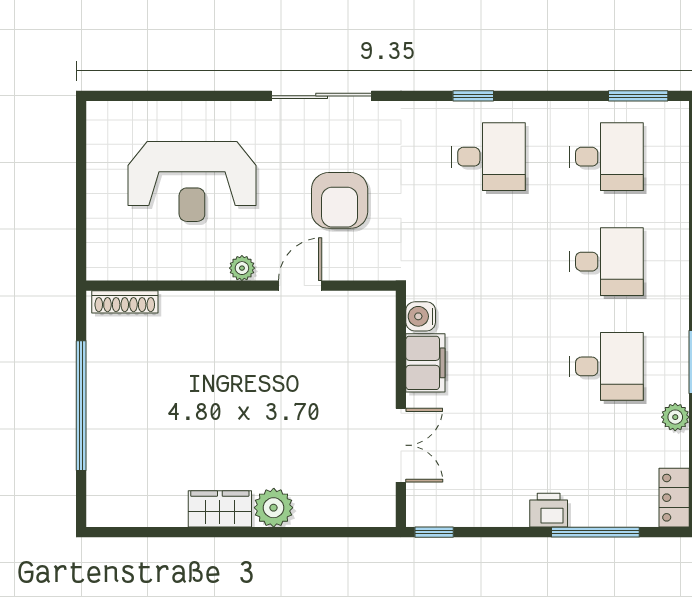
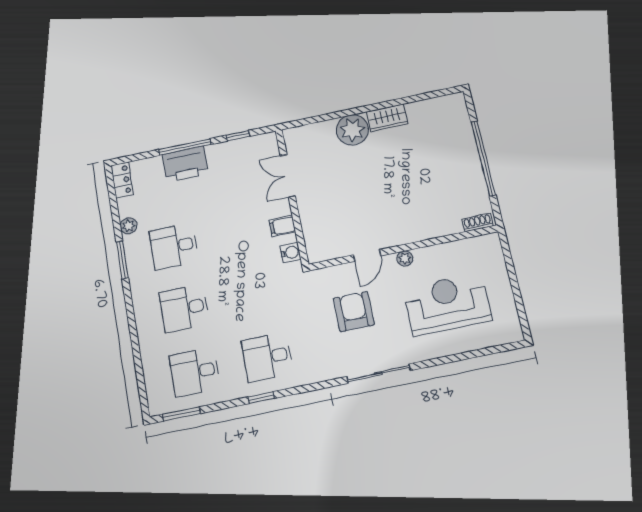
window: (473, 96) -> (261, 398), moved
shoe rack: (125, 302) -> (478, 223), width x0.70
filing cabinet: (425, 363) -> (282, 226), width x0.50
plant: (274, 508) -> (352, 130), width x1.36, depth x1.36
printer: (549, 510) -> (185, 164), width x1.87, depth x1.48
window: (434, 532) -> (238, 136), moved
window: (595, 532) -> (185, 147), moved

